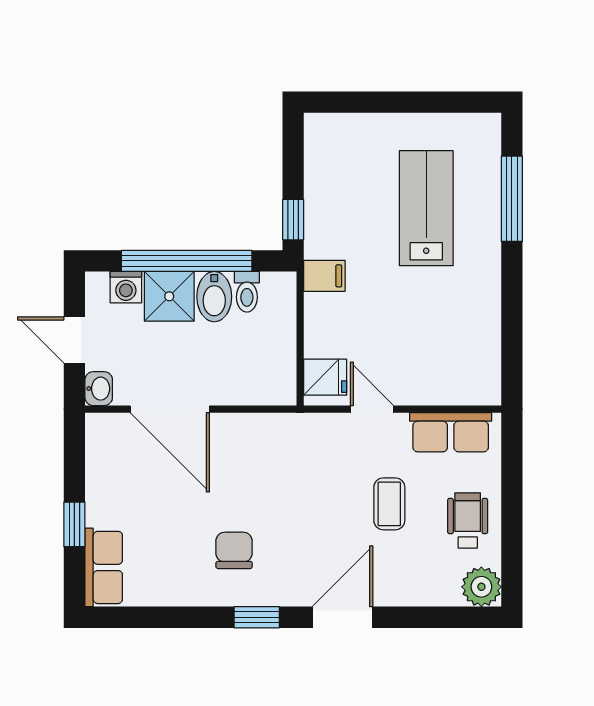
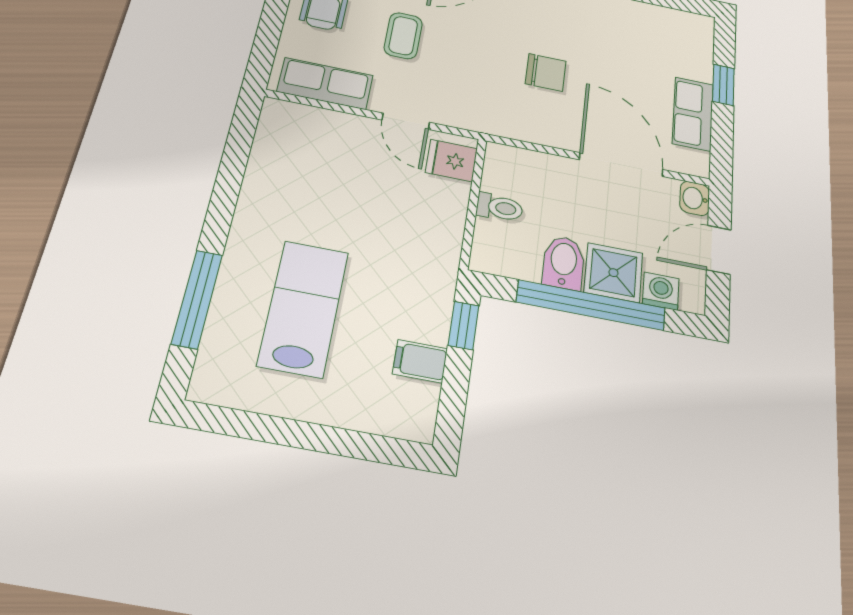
lab bench: (426, 208) -> (304, 308), turned 180
filing cabinet: (324, 276) -> (420, 361), moved
toilet: (247, 292) -> (500, 207), moved, turned 90
door: (74, 340) -> (719, 250), swing flipped
chair: (234, 550) -> (546, 72), moved, turned -90
row of seats: (104, 567) -> (693, 114), moved

